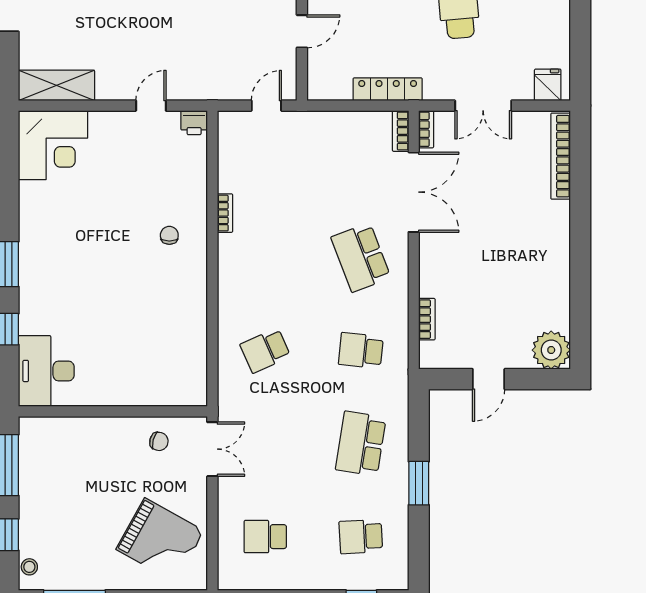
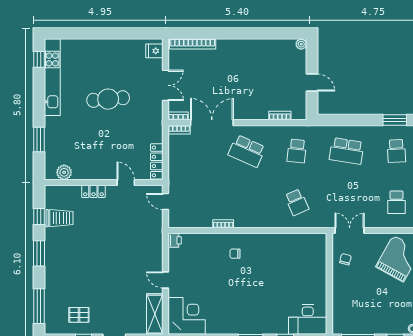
locker: (388, 89) -> (157, 161), moved
door: (151, 106) -> (166, 280), moved
school desk: (361, 257) -> (247, 151), turned 45
plant: (551, 350) -> (301, 44), width x0.53, depth x0.53
window: (419, 483) -> (395, 120), moved

